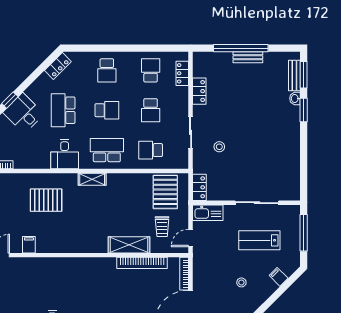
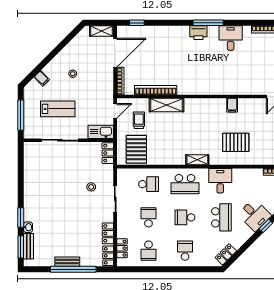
locker: (199, 64) -> (108, 256), added
filing cabinet: (29, 245) -> (232, 105), moved

